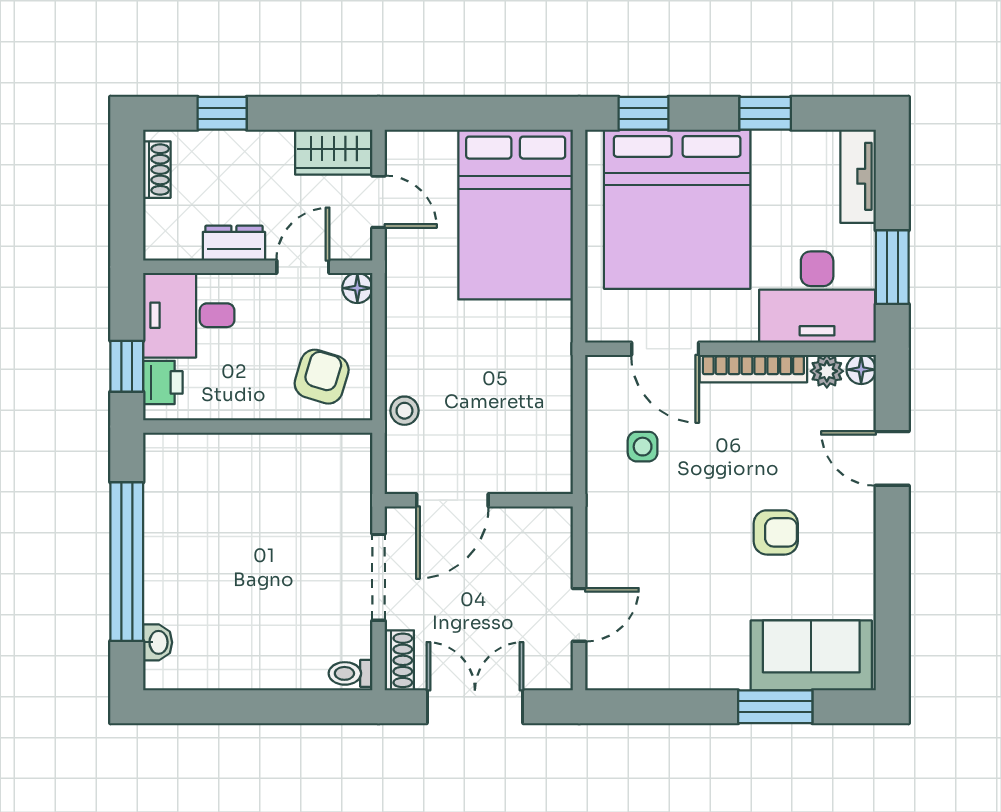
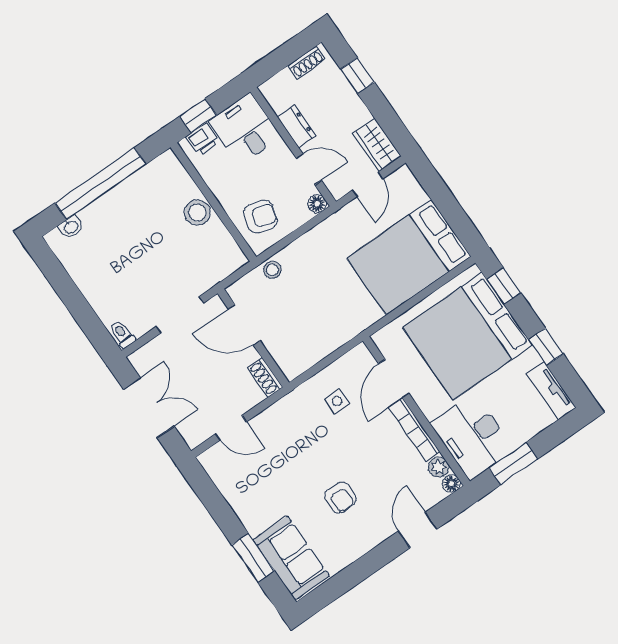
tv unit: (858, 176) -> (551, 391), moved, turned -90
stool: (257, 458) -> (197, 213), added
shoe rack: (399, 660) -> (265, 377), moved, turned 90

